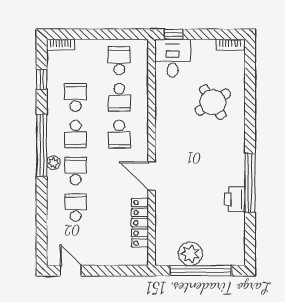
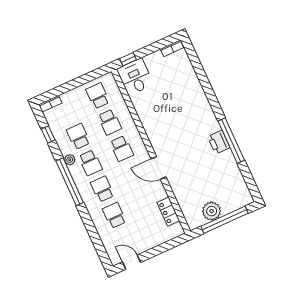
round table: (213, 102) -> (178, 95), removed
plant: (53, 163) -> (70, 160), moved
printer: (235, 199) -> (219, 142), moved
locker: (140, 223) -> (168, 212), width x0.66

